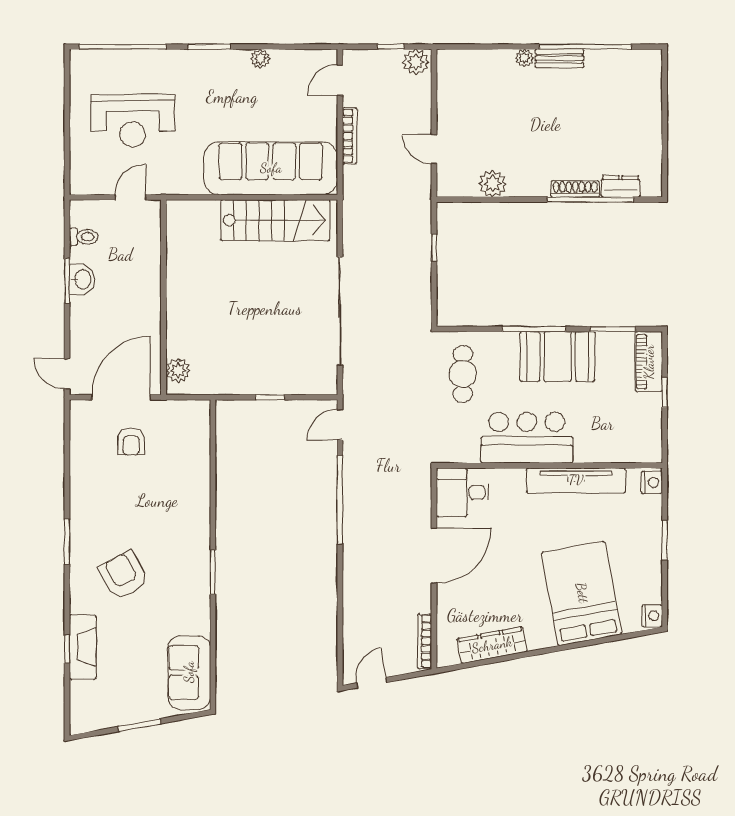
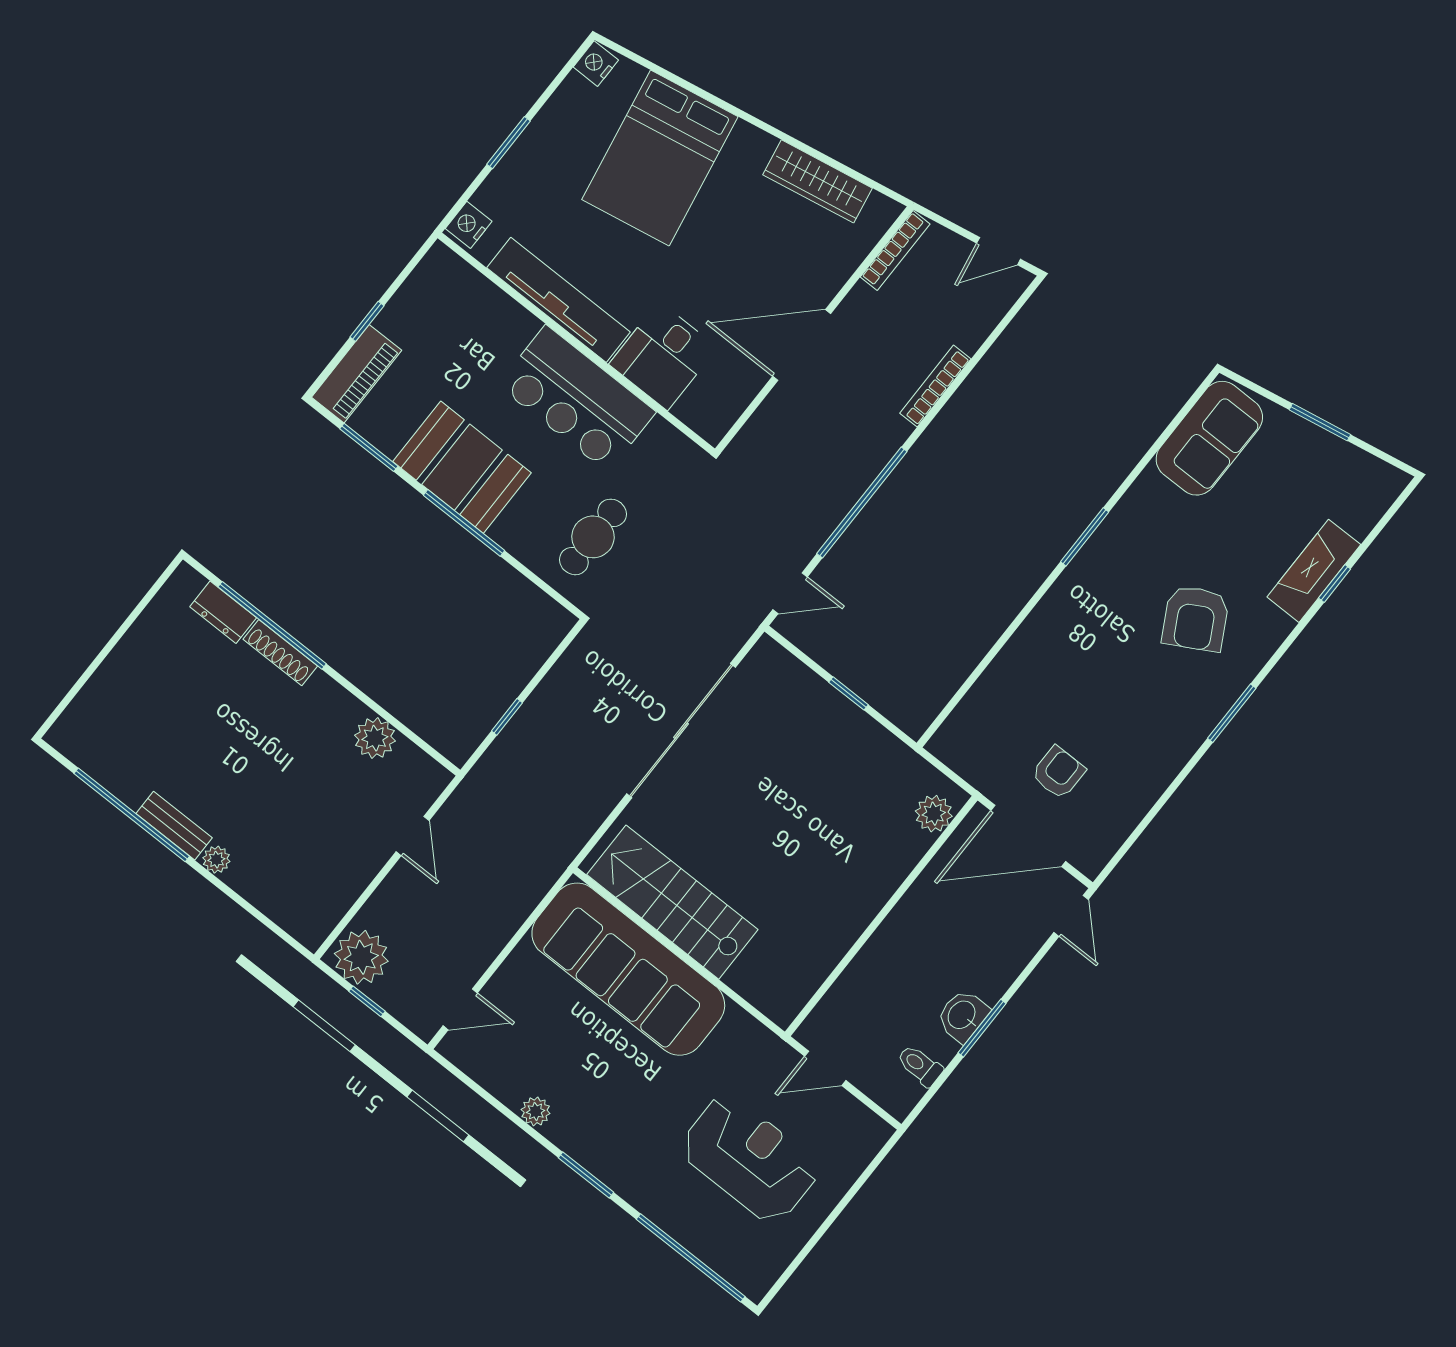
plant: (416, 62) -> (361, 957), width x1.36, depth x1.36
bookcase: (350, 136) -> (935, 386), moved
desk: (463, 492) -> (663, 356), moved, turned 90

